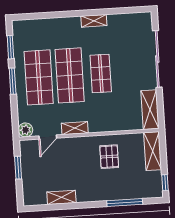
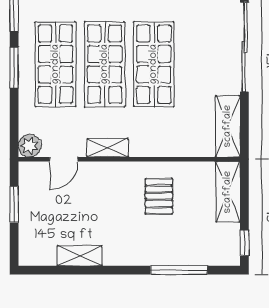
shop shelf: (101, 74) -> (154, 64), width x1.43, depth x1.36

